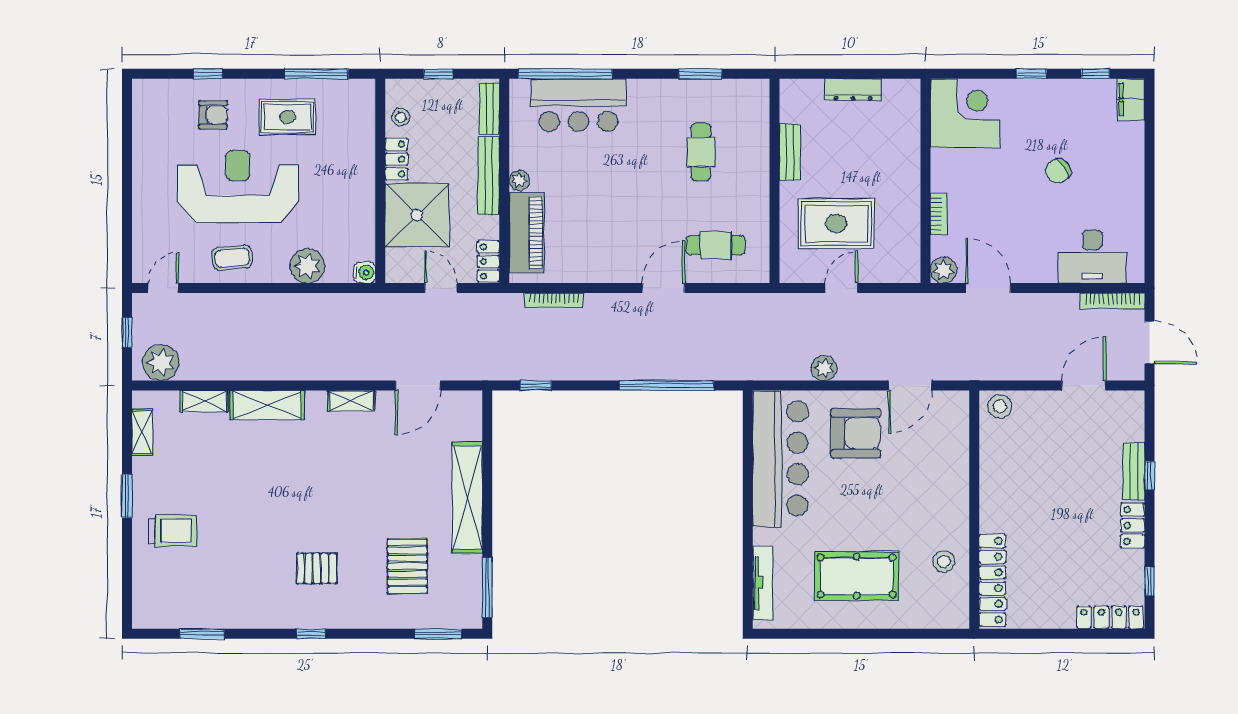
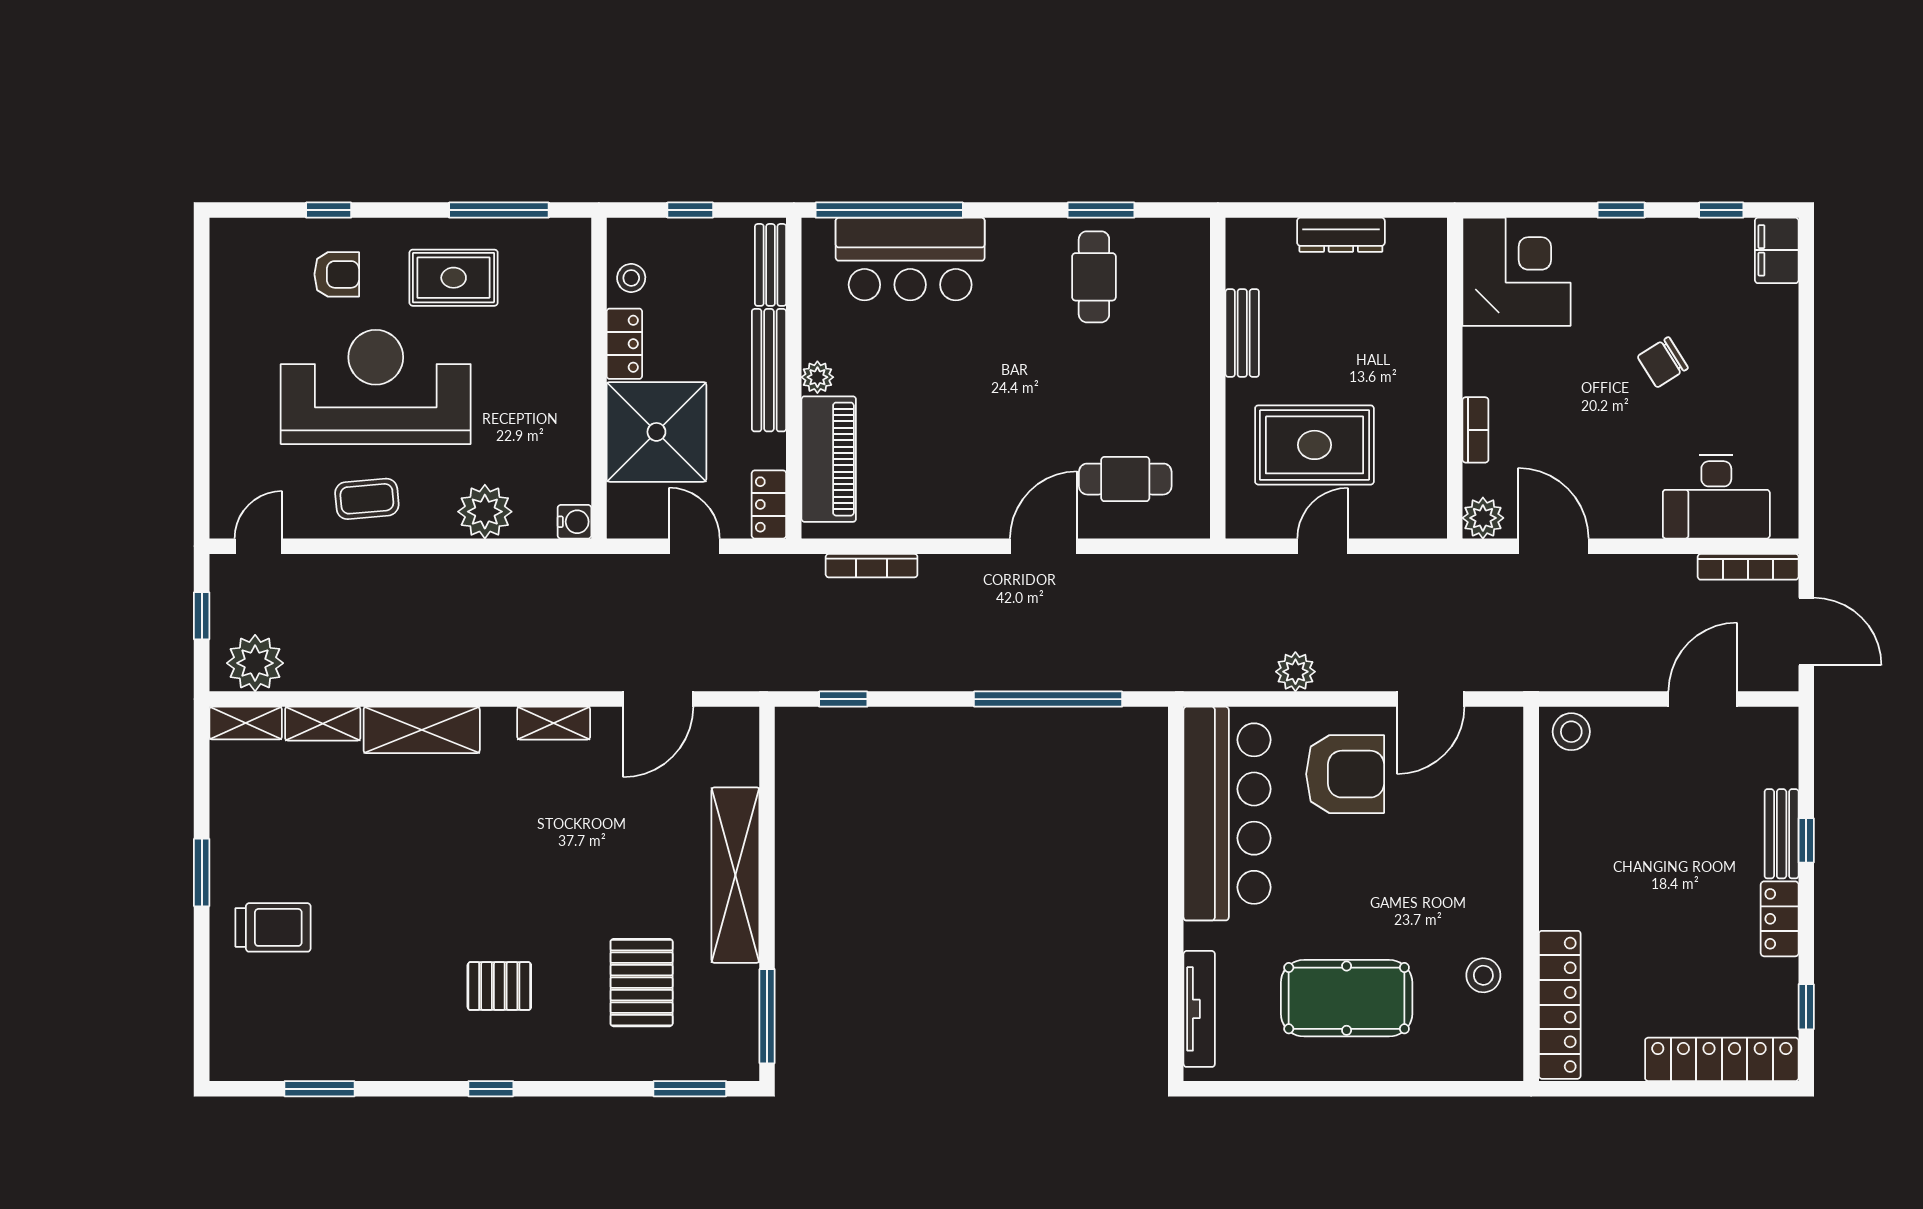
cafe table: (701, 152) -> (1094, 277), moved
shelving: (142, 432) -> (246, 723), moved, turned 90
locker: (1110, 617) -> (1722, 1059), width x1.41, depth x1.21

